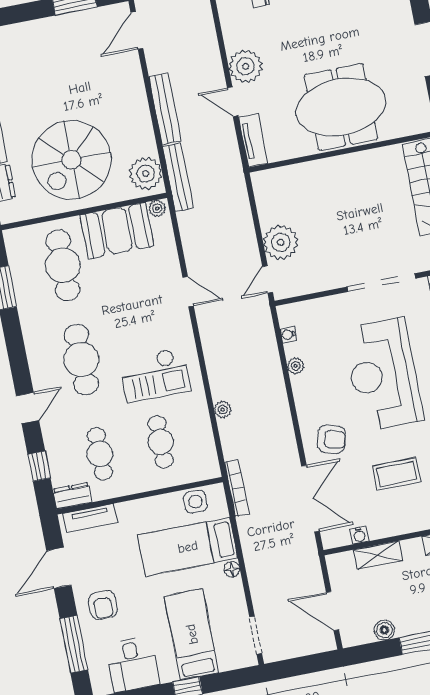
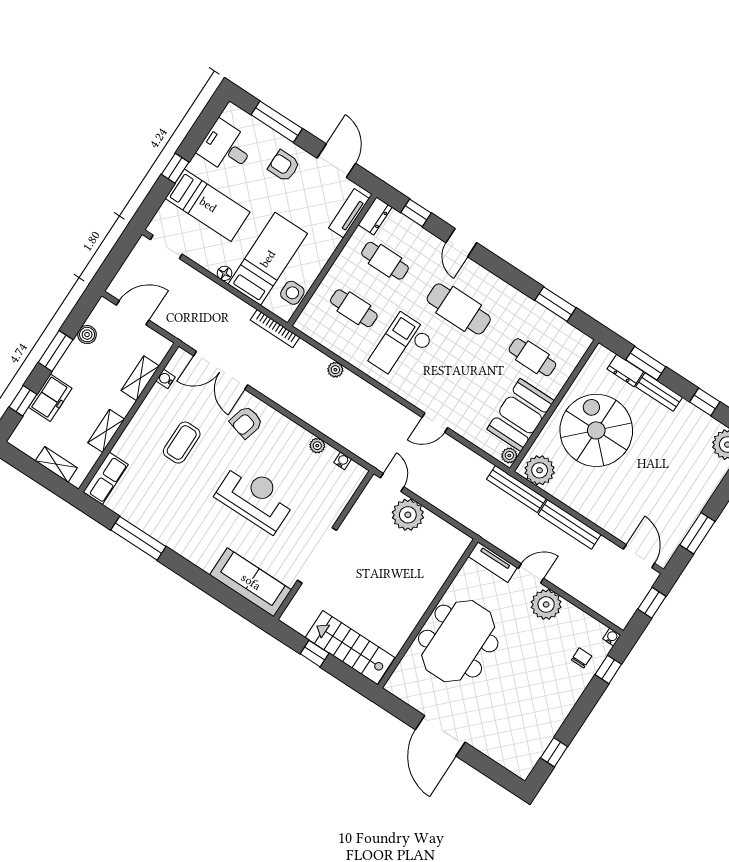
cafe table: (63, 265) -> (532, 357), width x0.73, depth x0.74
reception desk: (383, 374) -> (256, 498), width x0.74, depth x0.77

